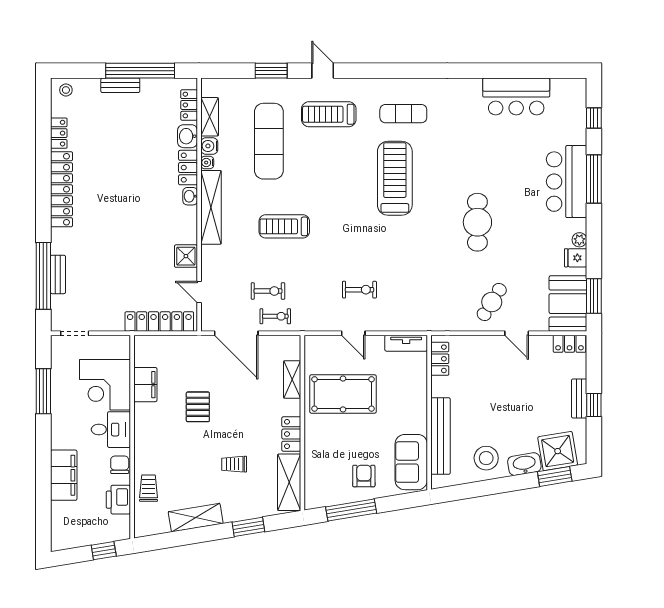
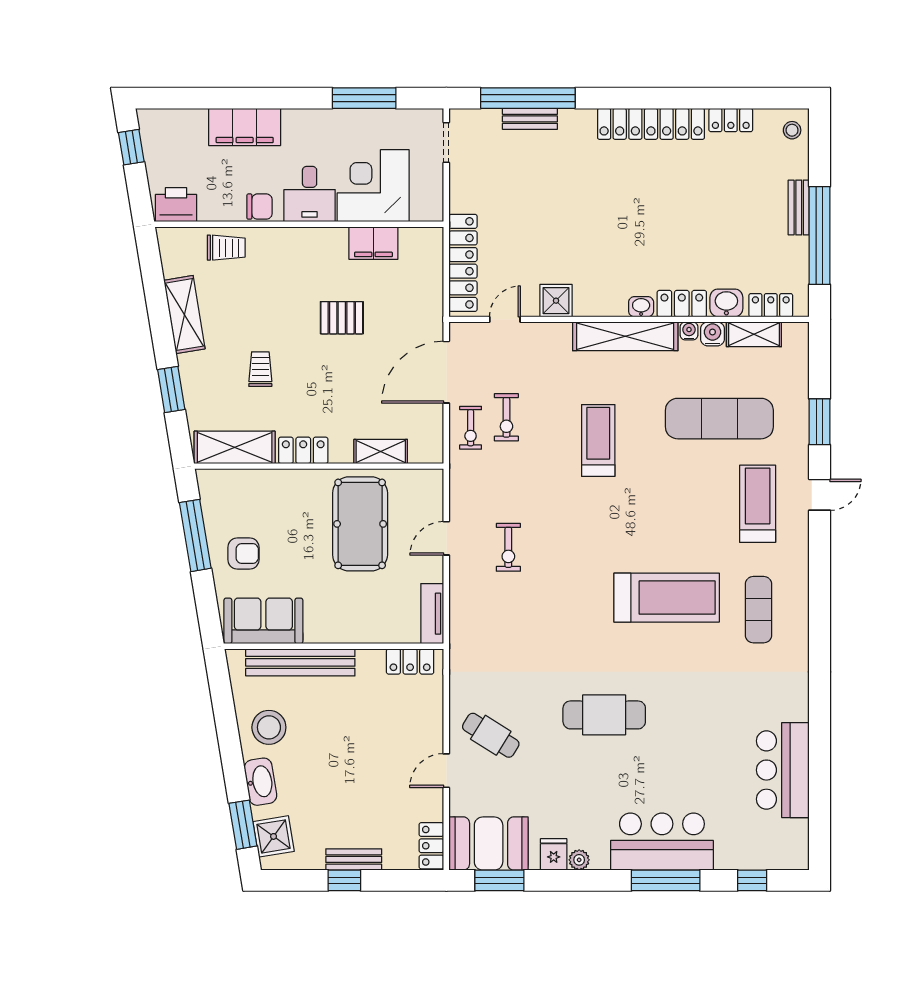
shower: (558, 451) -> (274, 836), width x0.73, depth x0.73
printer: (118, 500) -> (176, 205), moved
window: (104, 551) -> (131, 147), moved

